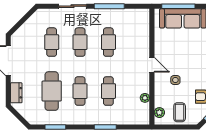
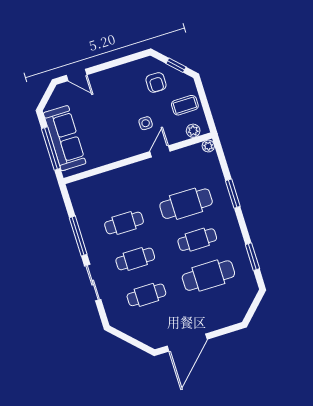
door: (152, 65) -> (160, 151), moved
cafe table: (108, 91) -> (186, 204), width x1.37, depth x1.35
dresser: (16, 93) -> (225, 320), removed
plant: (145, 98) -> (208, 146), moved

